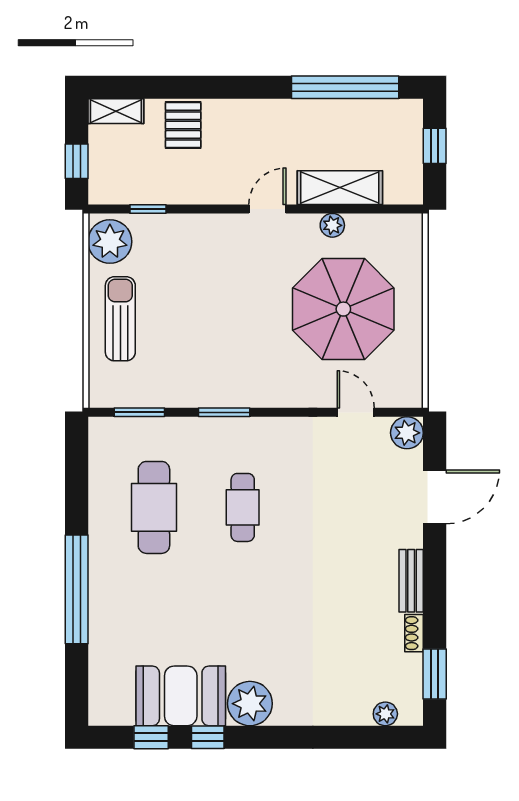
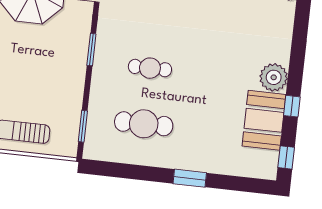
window: (224, 412) -> (91, 50), moved
window: (77, 589) -> (190, 178), width x0.47
window: (151, 737) -> (286, 157), moved

